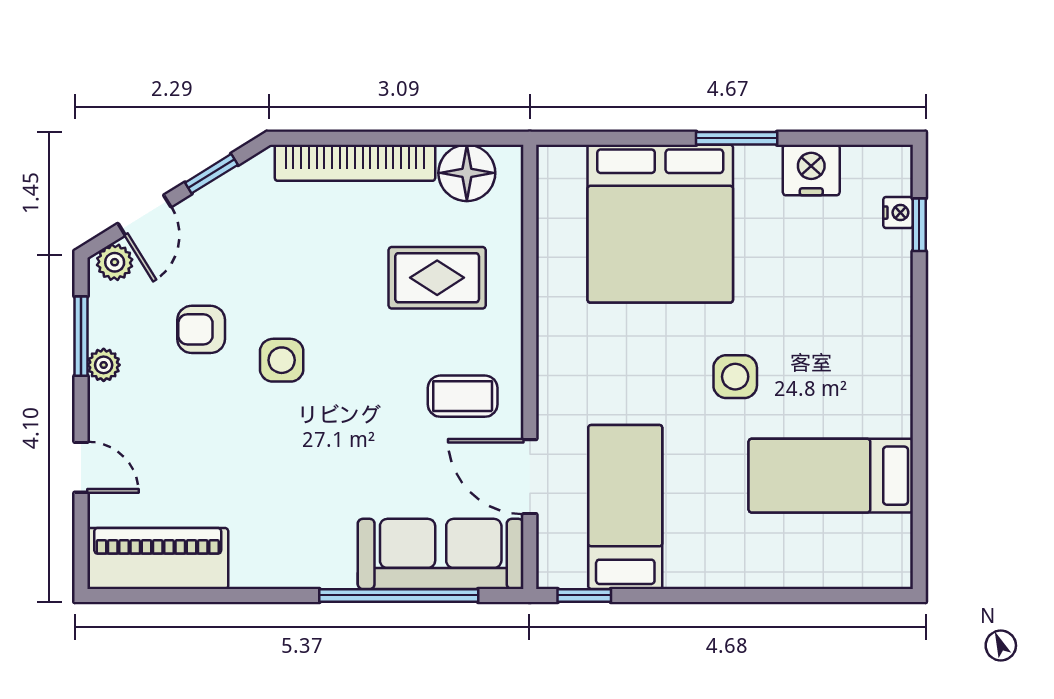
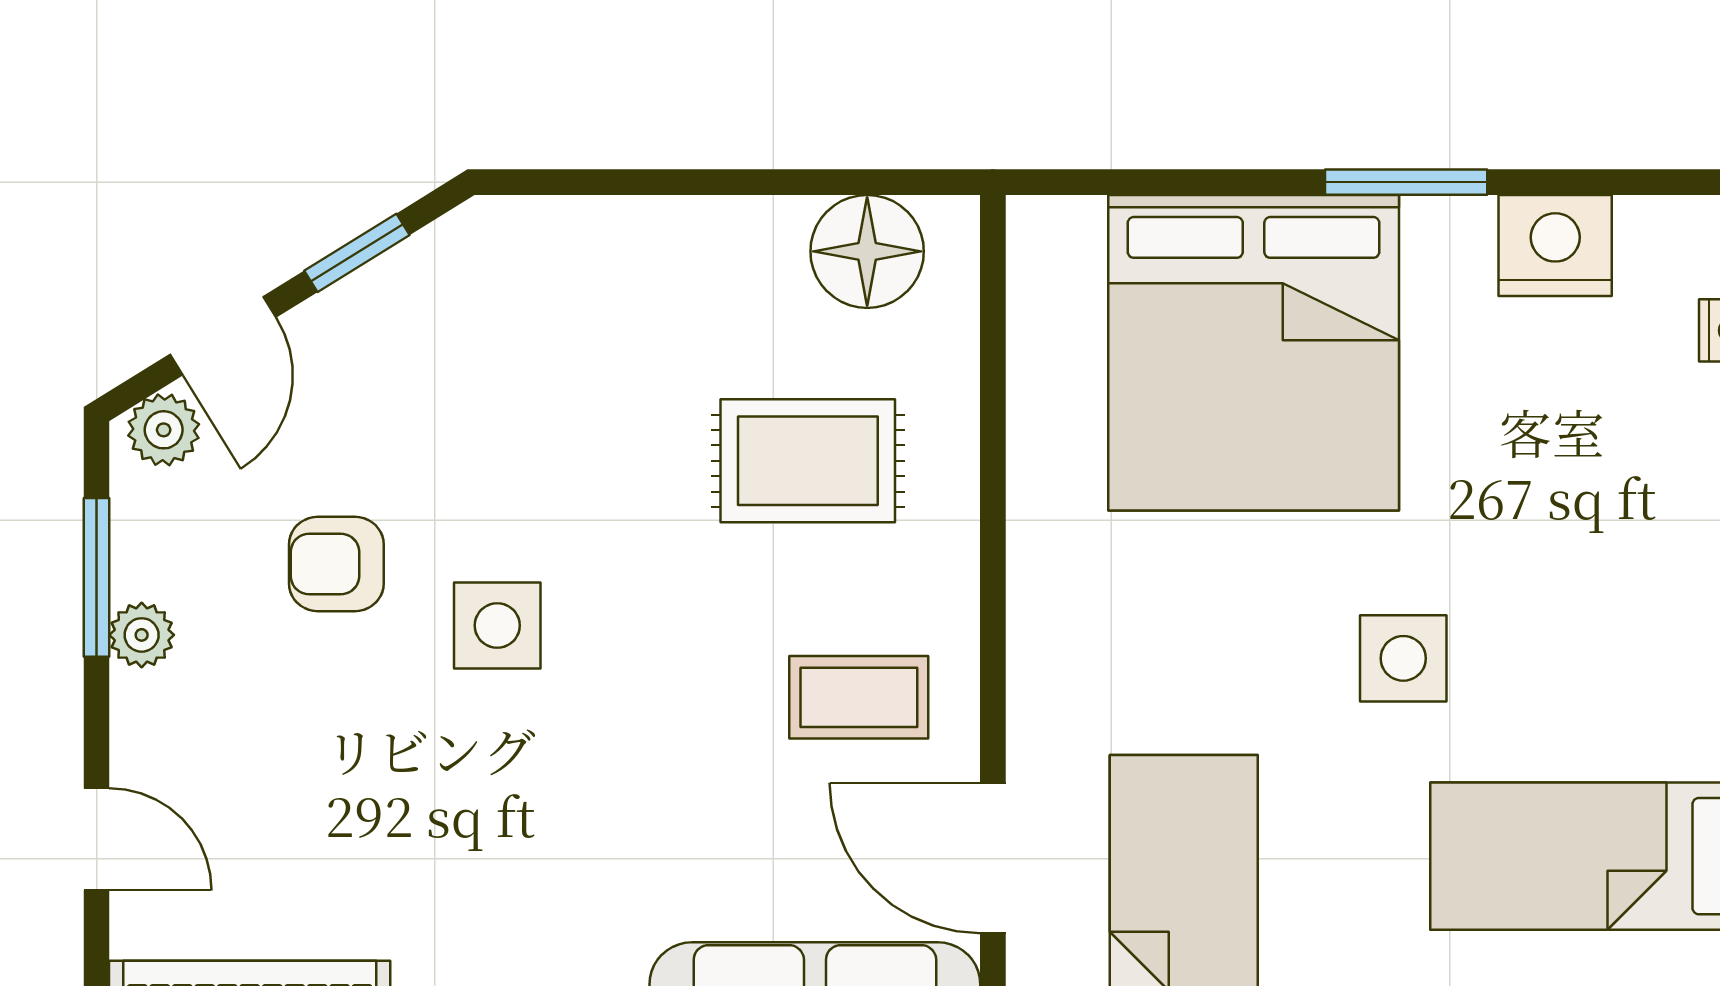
bookcase: (355, 163) -> (644, 231), removed

